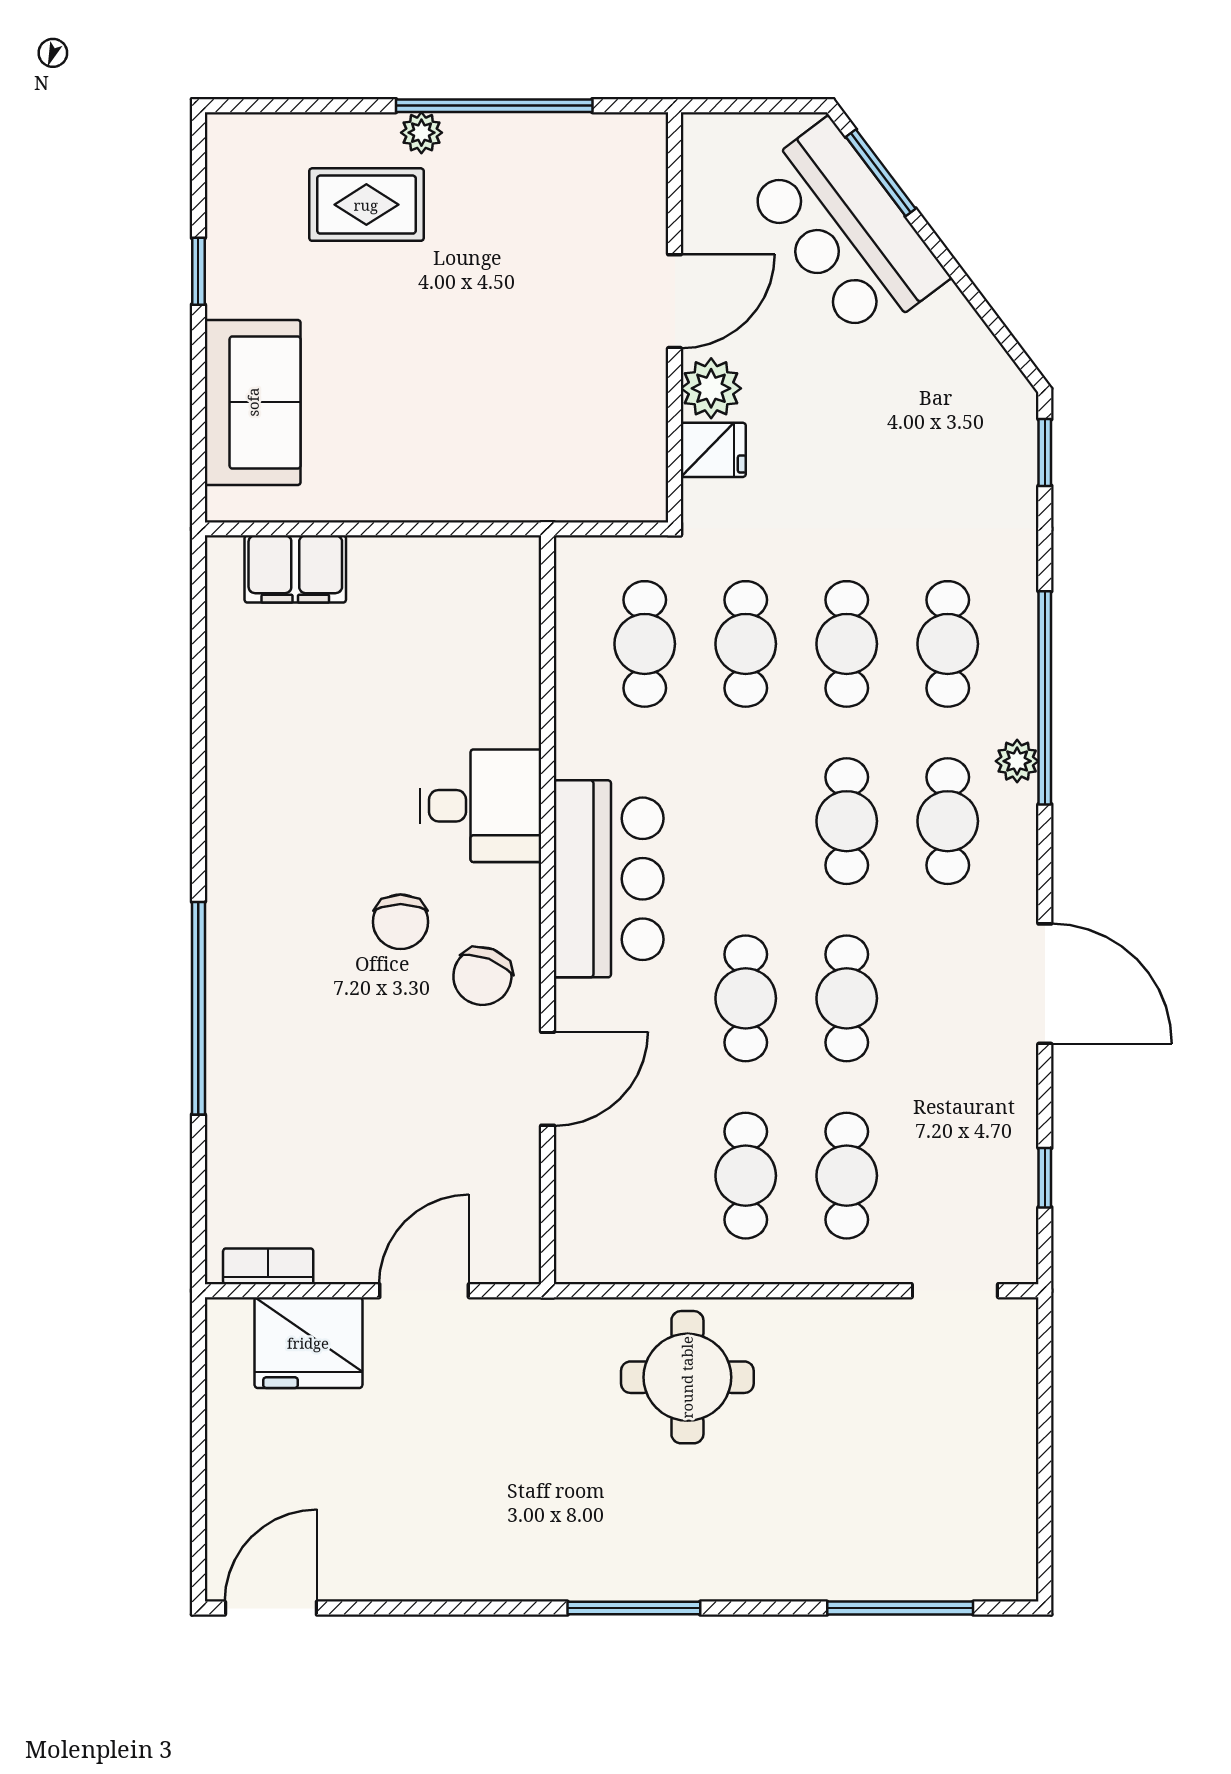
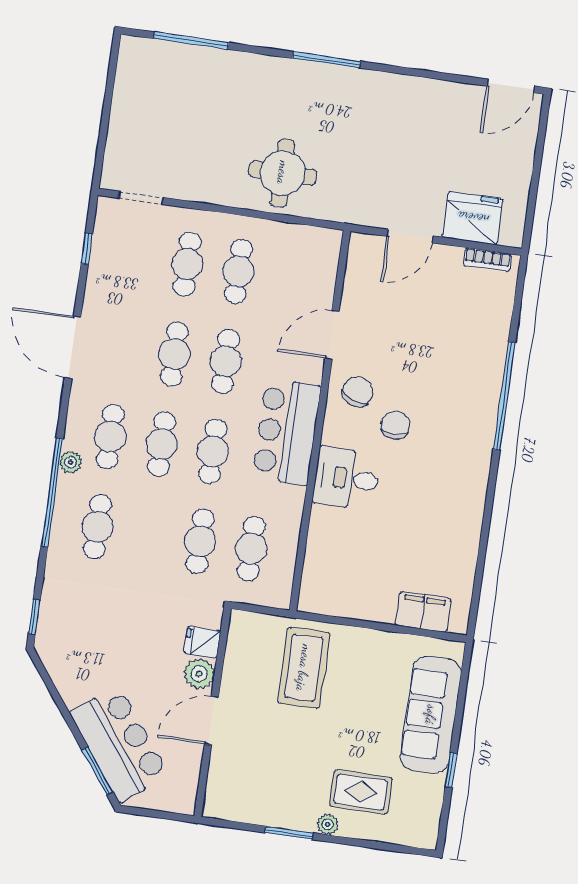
window: (494, 106) -> (289, 833), width x0.47
sofa: (253, 402) -> (431, 715), width x1.36
coffee table: (511, 429) -> (304, 668), added
cafe table: (847, 644) -> (213, 451), moved

